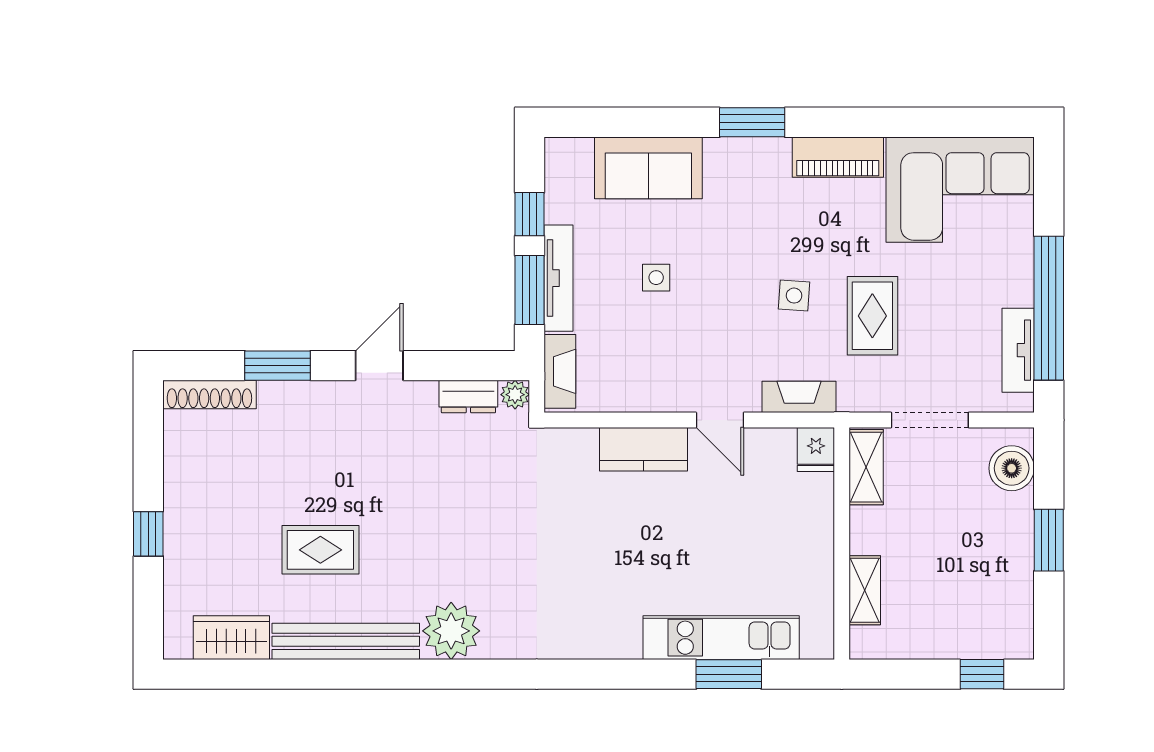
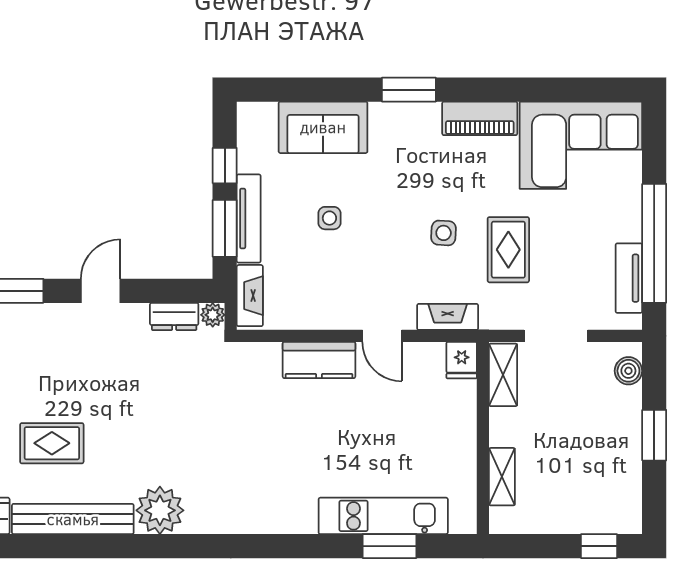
boiler: (1012, 468) -> (628, 371), width x0.73, depth x0.73

